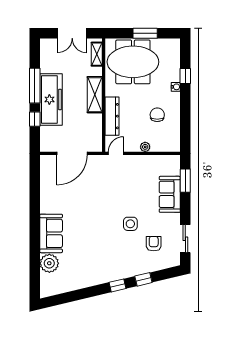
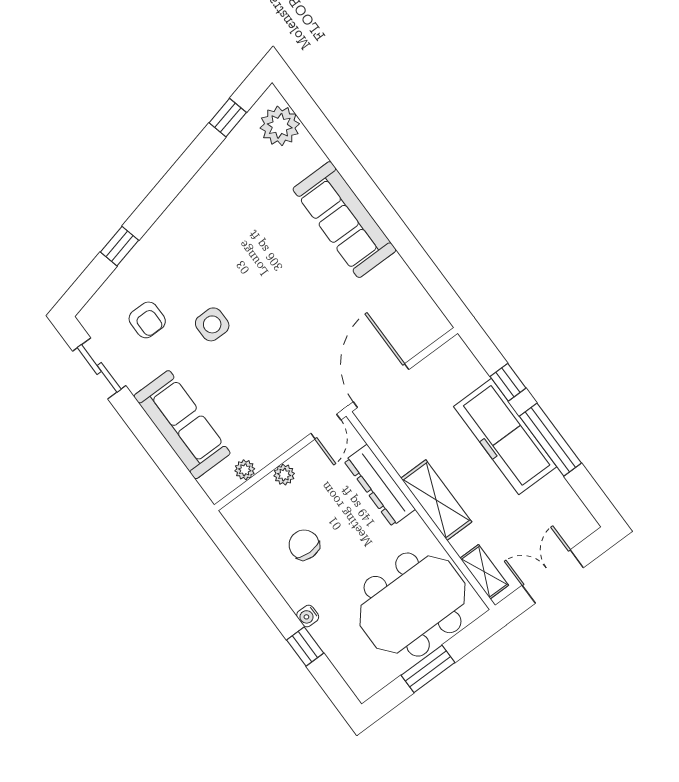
chair: (157, 115) -> (304, 545), turned 180
door: (72, 153) -> (381, 386), moved
plant: (159, 160) -> (245, 470), added
window: (185, 181) -> (173, 468), removed
sofa: (170, 194) -> (182, 425), width x1.36
sofa: (51, 233) -> (344, 220), width x1.36
plant: (49, 263) -> (280, 126), moved
window: (117, 285) -> (228, 118), moved

